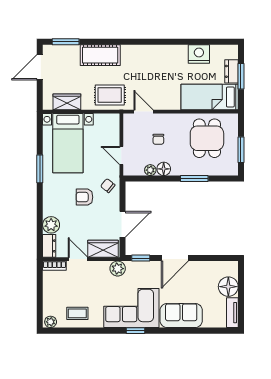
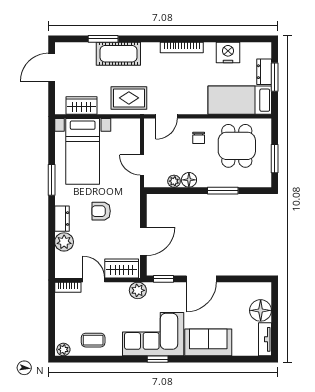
window: (66, 42) -> (103, 39), moved
bookcase: (157, 50) -> (182, 48), added
door: (143, 112) -> (166, 116), swing flipped
chair: (158, 139) -> (199, 138), moved
chair: (108, 186) -> (127, 198), removed
dresser: (49, 246) -> (62, 219), moved

